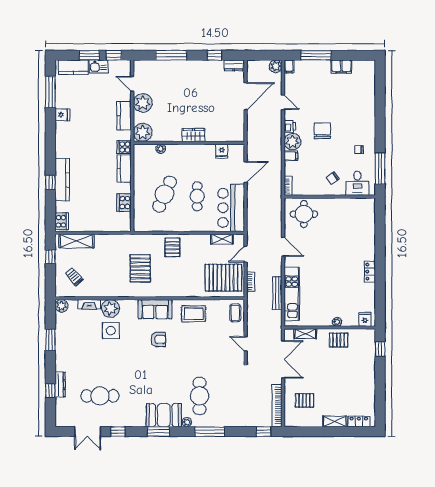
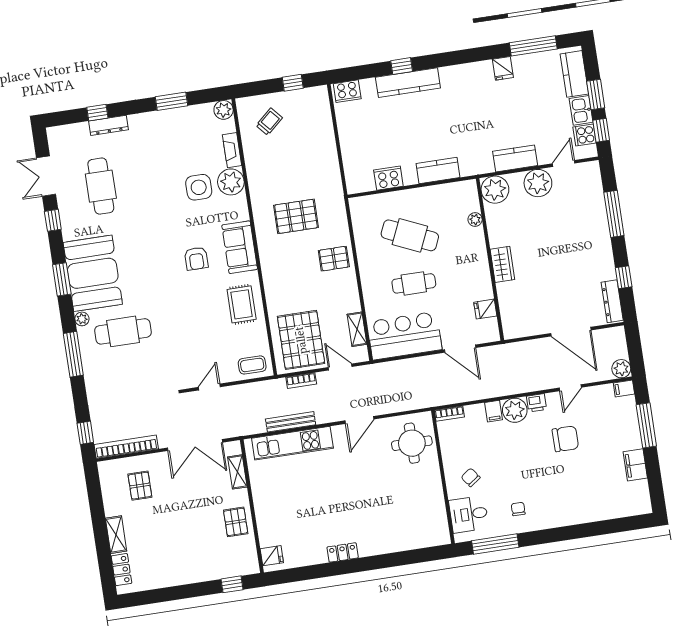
dresser: (234, 65) -> (612, 301), width x1.44
chair: (322, 131) -> (565, 439), moved
cooker: (124, 147) -> (584, 135), moved, turned -90
shelving: (76, 241) -> (322, 117), removed
plant: (337, 322) -> (262, 516), removed
booth: (164, 415) -> (93, 273), width x1.36, depth x1.42

